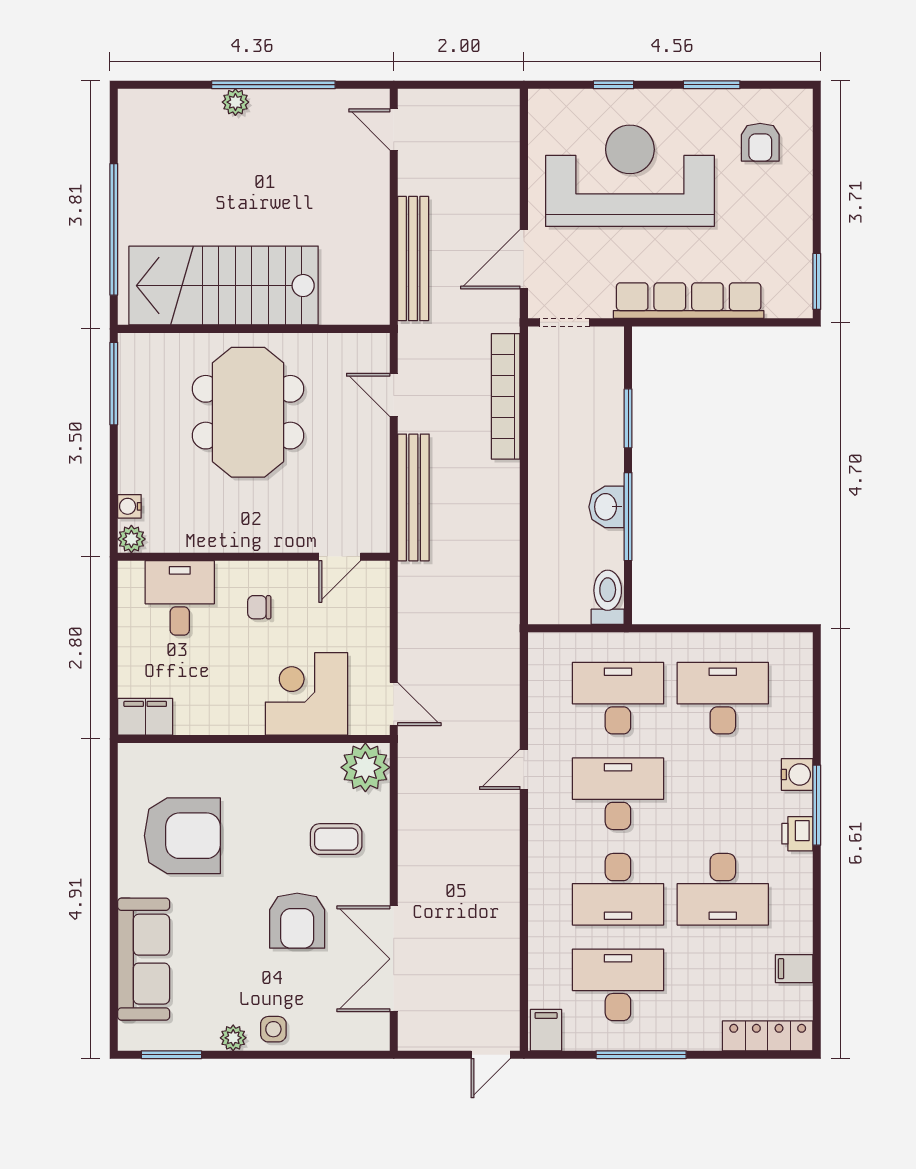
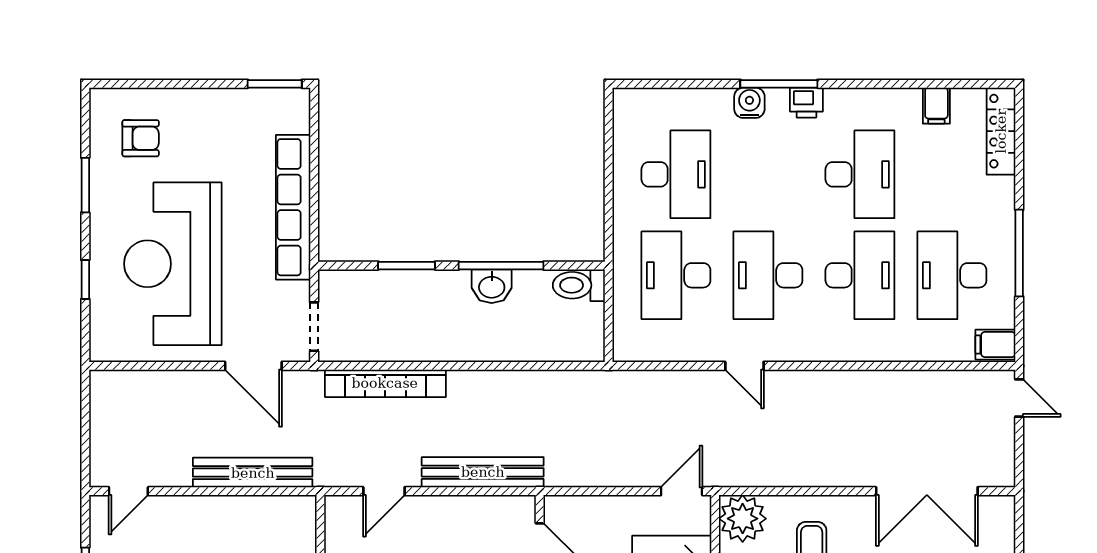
desk: (723, 698) -> (676, 174), turned 180

